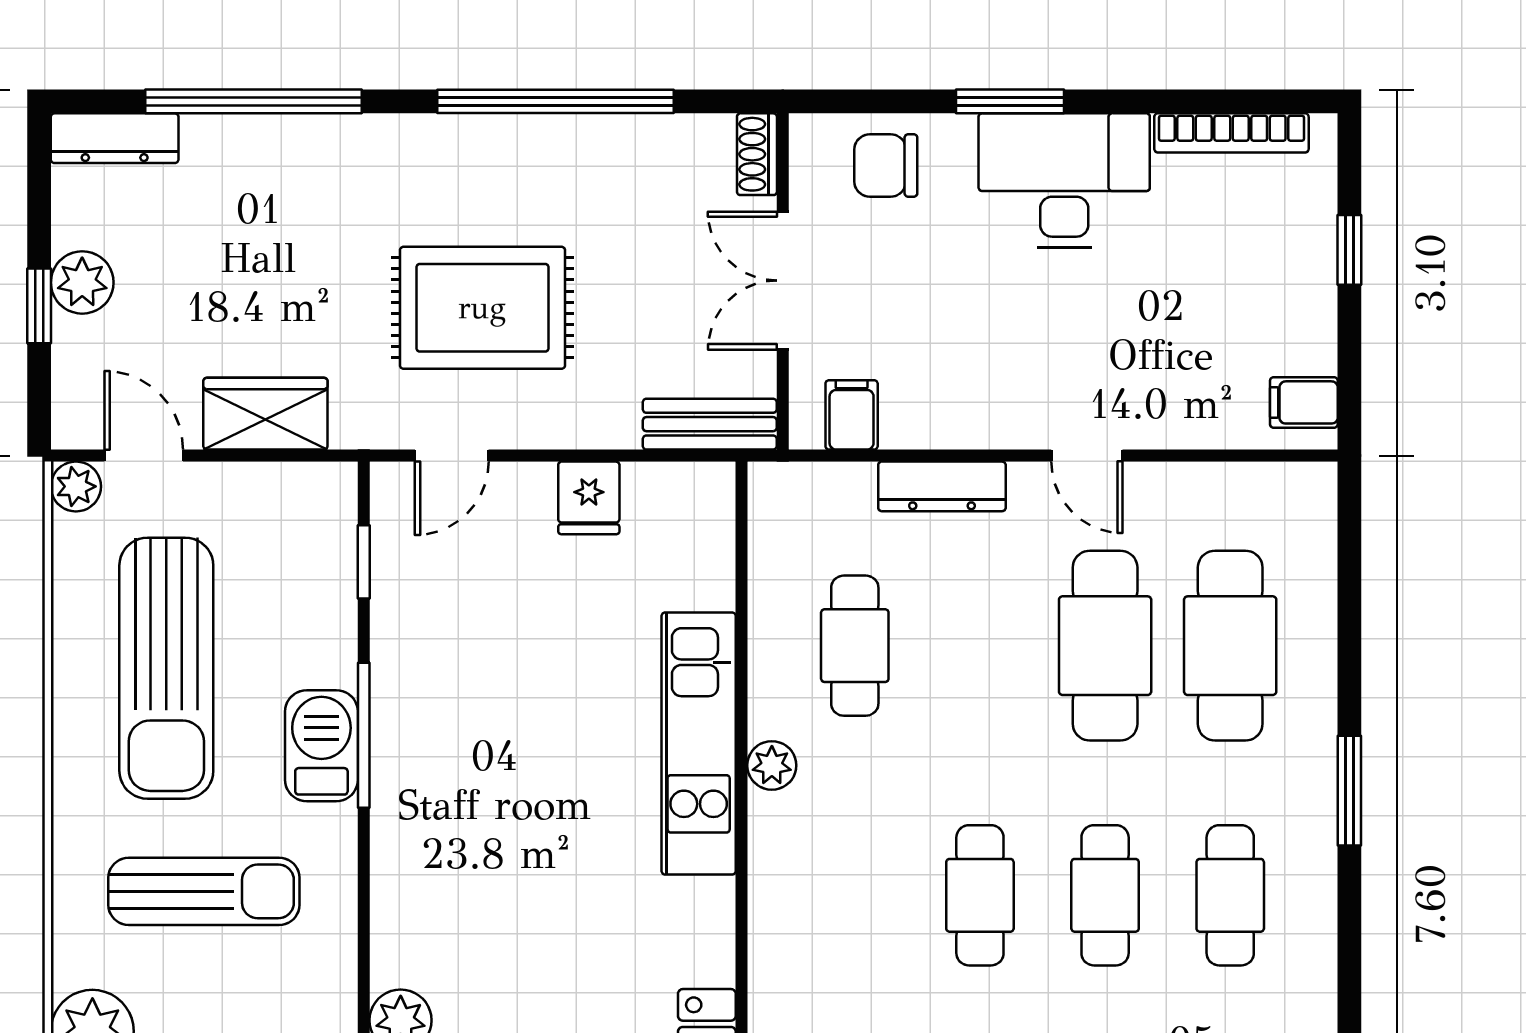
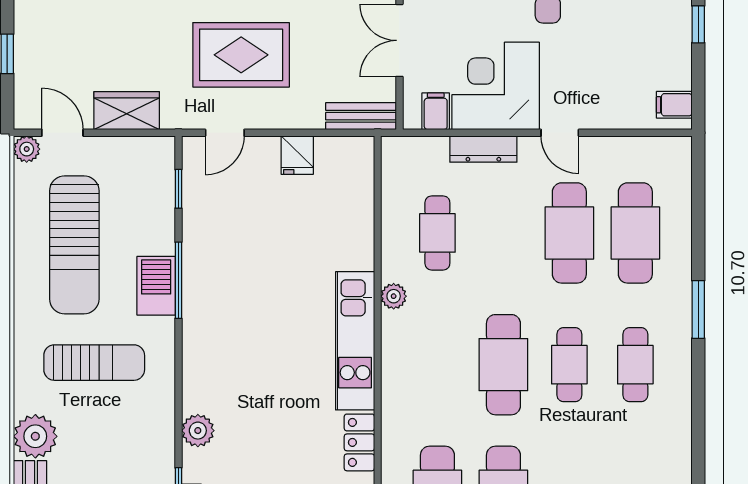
plant: (82, 282) -> (30, 41), removed
corner desk: (965, 367) -> (496, 86), added
kitchen unit: (699, 744) -> (355, 341), moved
cafe table: (980, 895) -> (503, 365), width x1.37, depth x1.35

